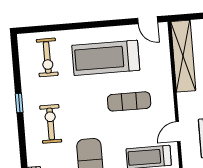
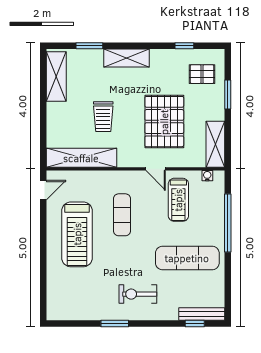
exercise bike: (47, 57) -> (72, 292), removed
window: (19, 103) -> (115, 324), width x1.50

